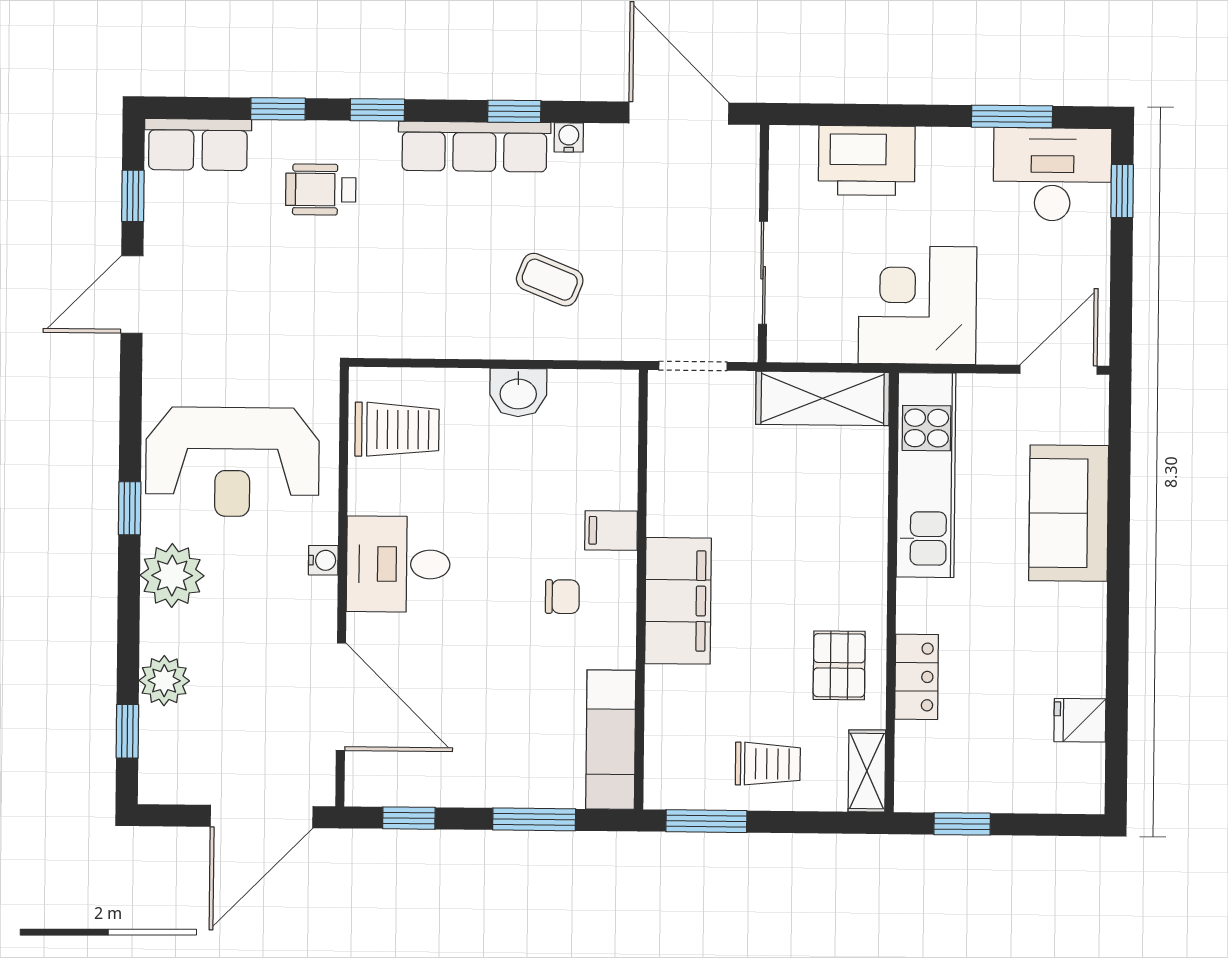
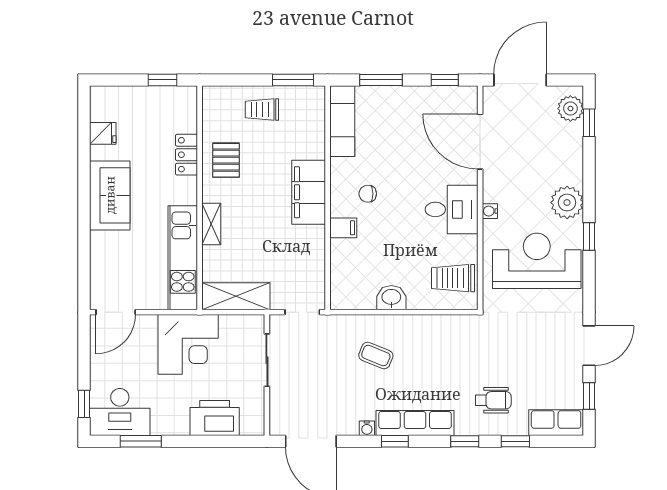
sofa: (1069, 513) -> (110, 195), moved
plant: (164, 681) -> (570, 109), moved
shelving: (867, 771) -> (211, 224), moved

